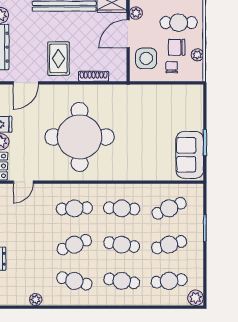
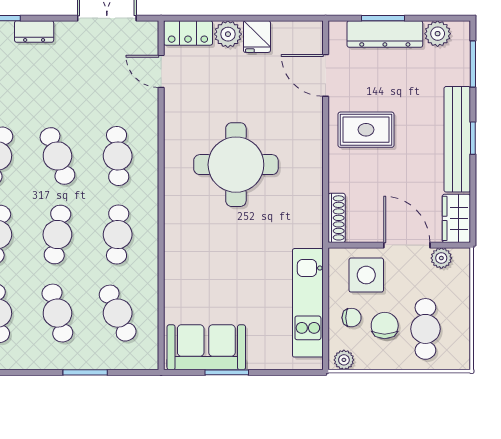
plant: (197, 55) -> (344, 360), moved
shoe rack: (94, 76) -> (337, 218), moved
kitchen unit: (163, 94) -> (308, 303), added
round table: (80, 137) -> (236, 165), width x0.73, depth x0.73

